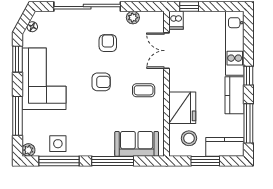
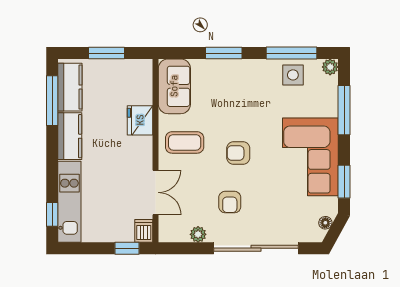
window: (248, 76) -> (52, 214), moved
coffee table: (144, 90) -> (185, 142), width x1.36, depth x1.30
fridge: (182, 108) -> (140, 120), width x0.73, depth x0.75
stool: (189, 138) -> (127, 82), removed
sofa: (137, 144) -> (174, 86), moved, turned -90
kitchen counter: (225, 147) -> (70, 87), moved, turned -90
window: (113, 161) -> (224, 53), width x0.69

